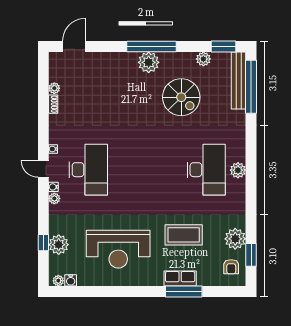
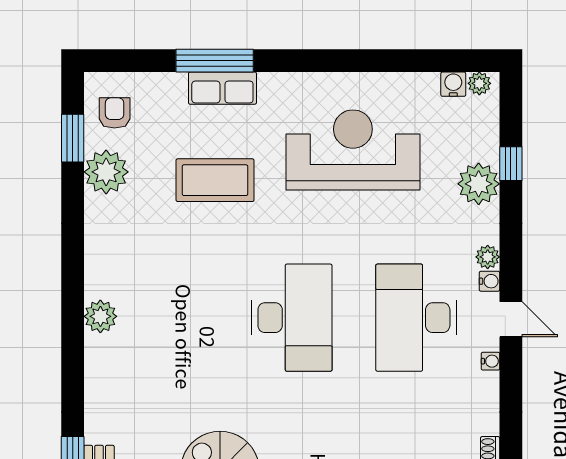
desk: (206, 170) -> (292, 318), moved, turned 180
plant: (59, 245) -> (479, 184), moved

